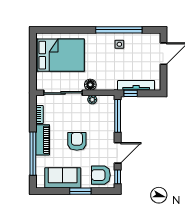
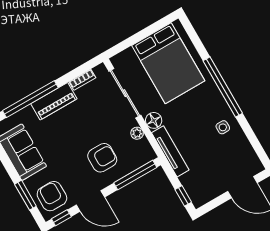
window: (119, 30) -> (223, 87), moved
tv unit: (136, 85) -> (170, 151), moved
window: (131, 93) -> (183, 196), moved
armchair: (77, 141) -> (102, 158), moved
window: (80, 191) -> (25, 195), moved

